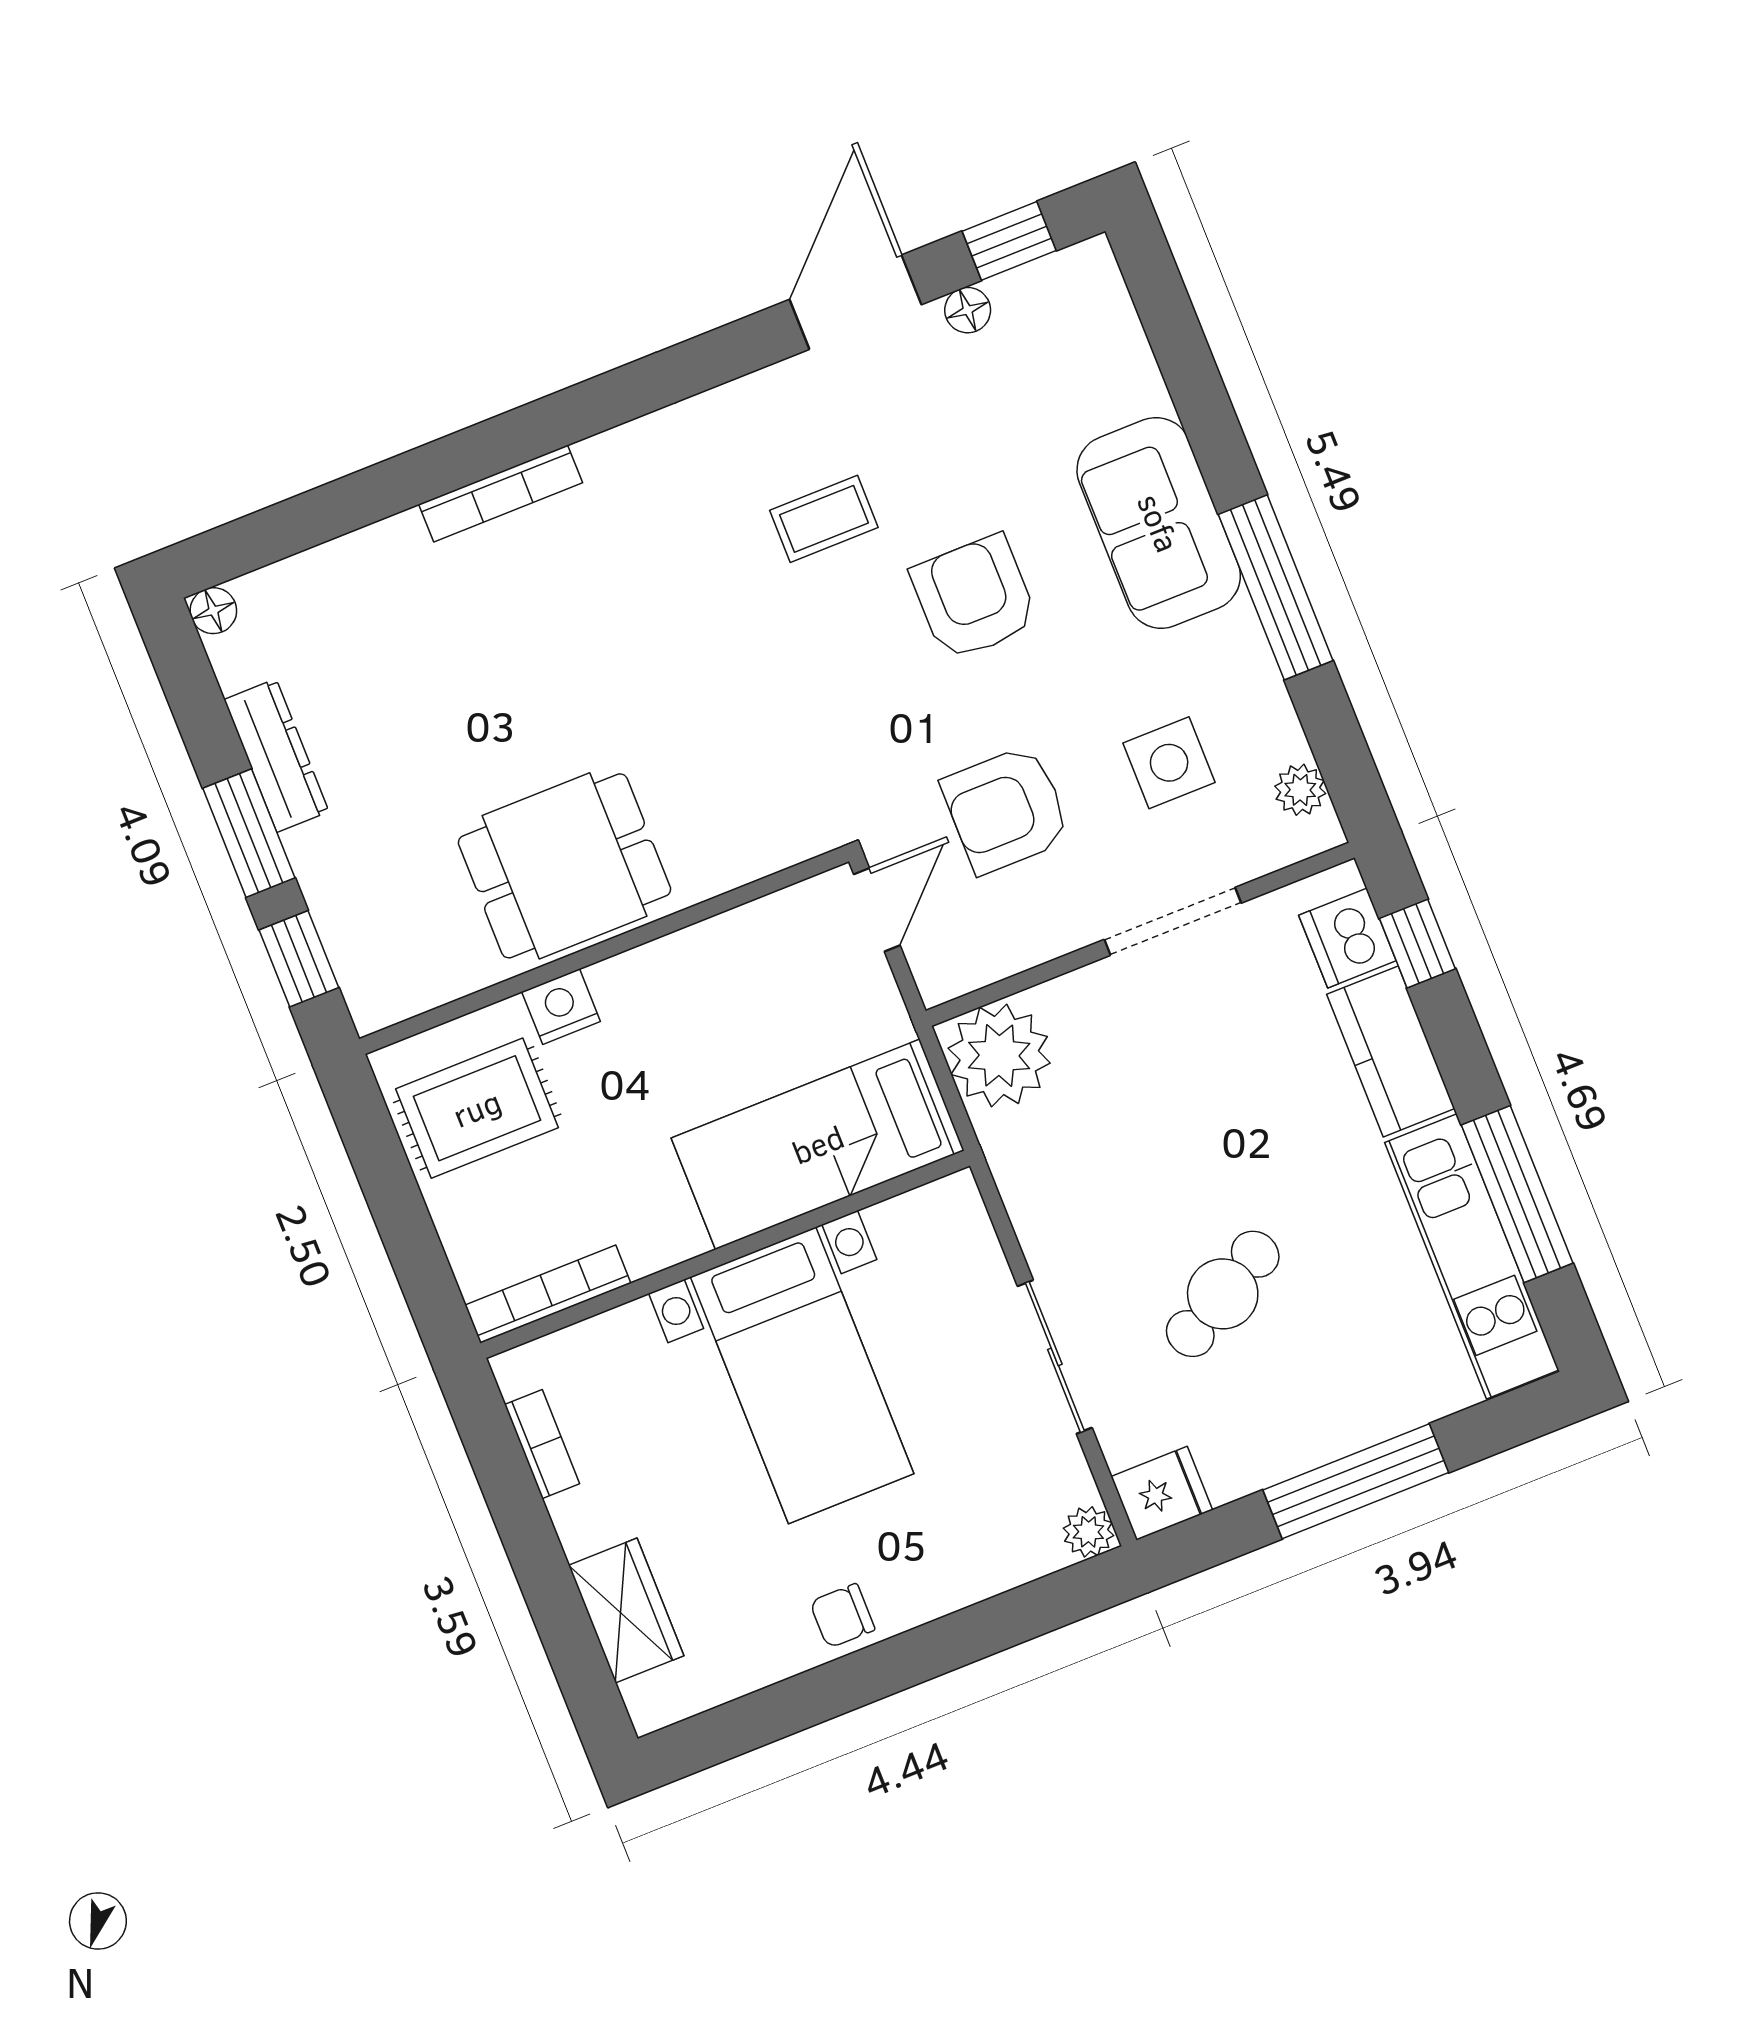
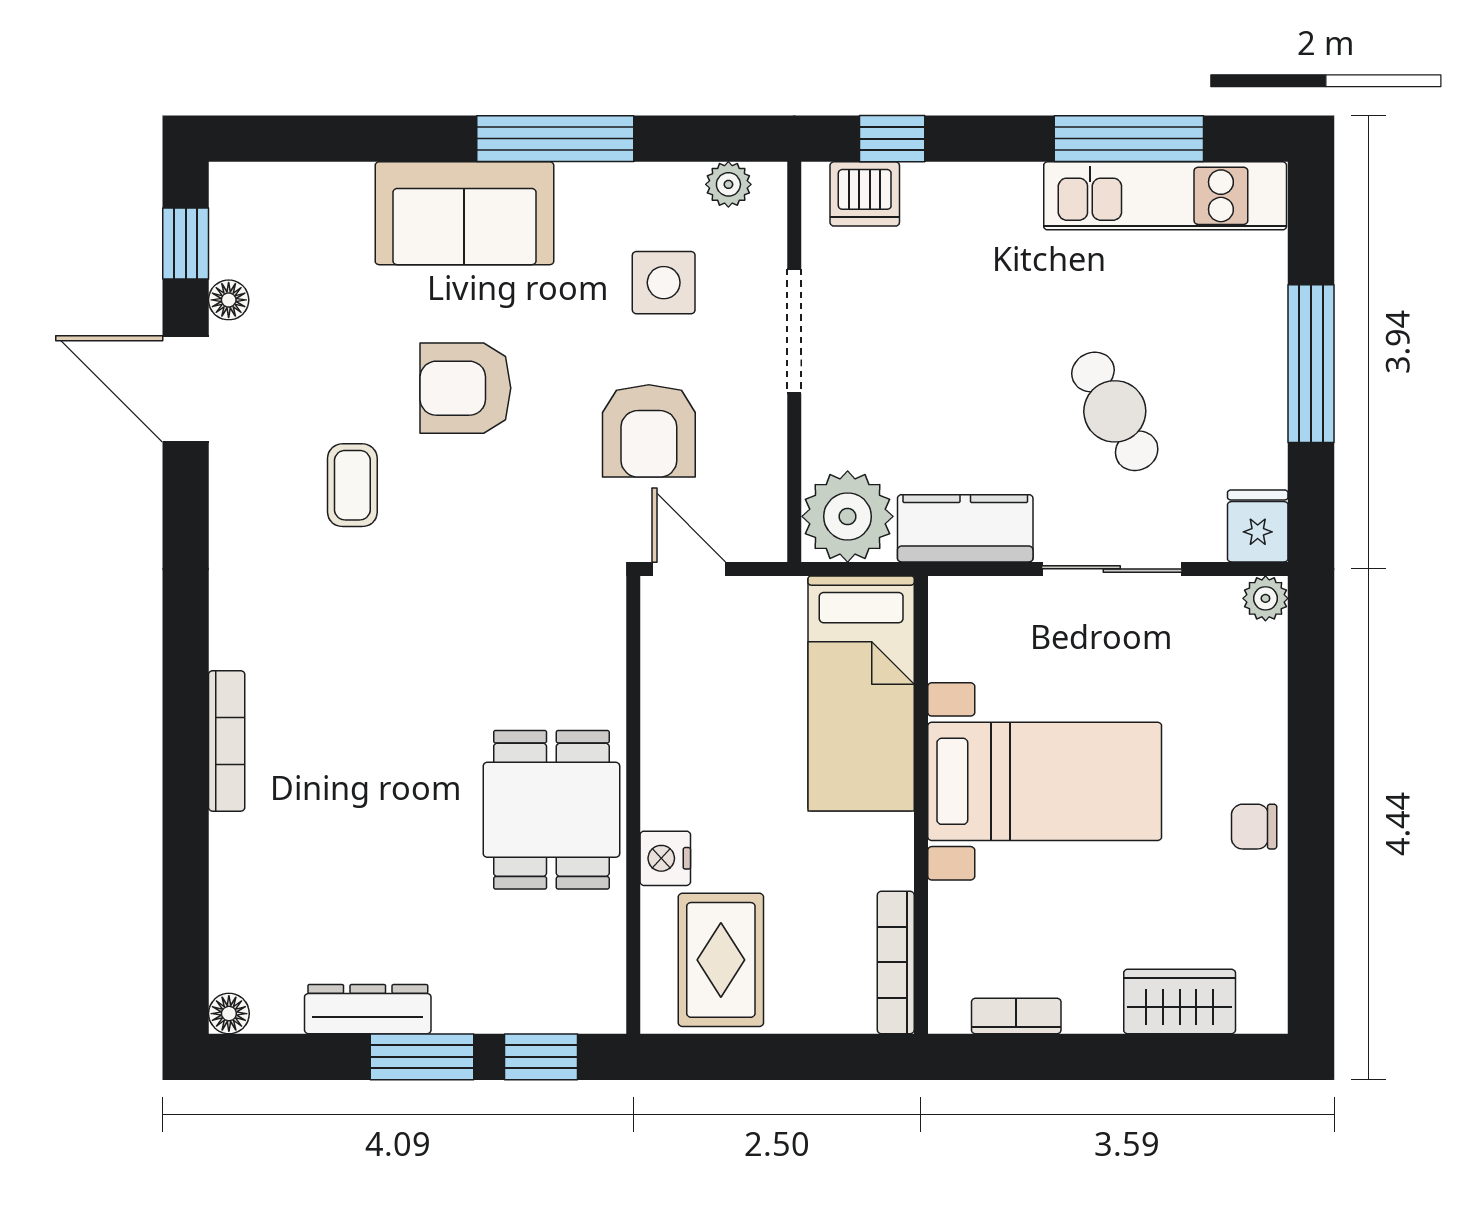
kitchen counter: (1391, 1051) -> (965, 528), moved, turned 180
chair: (842, 1616) -> (1254, 827), turned 90

